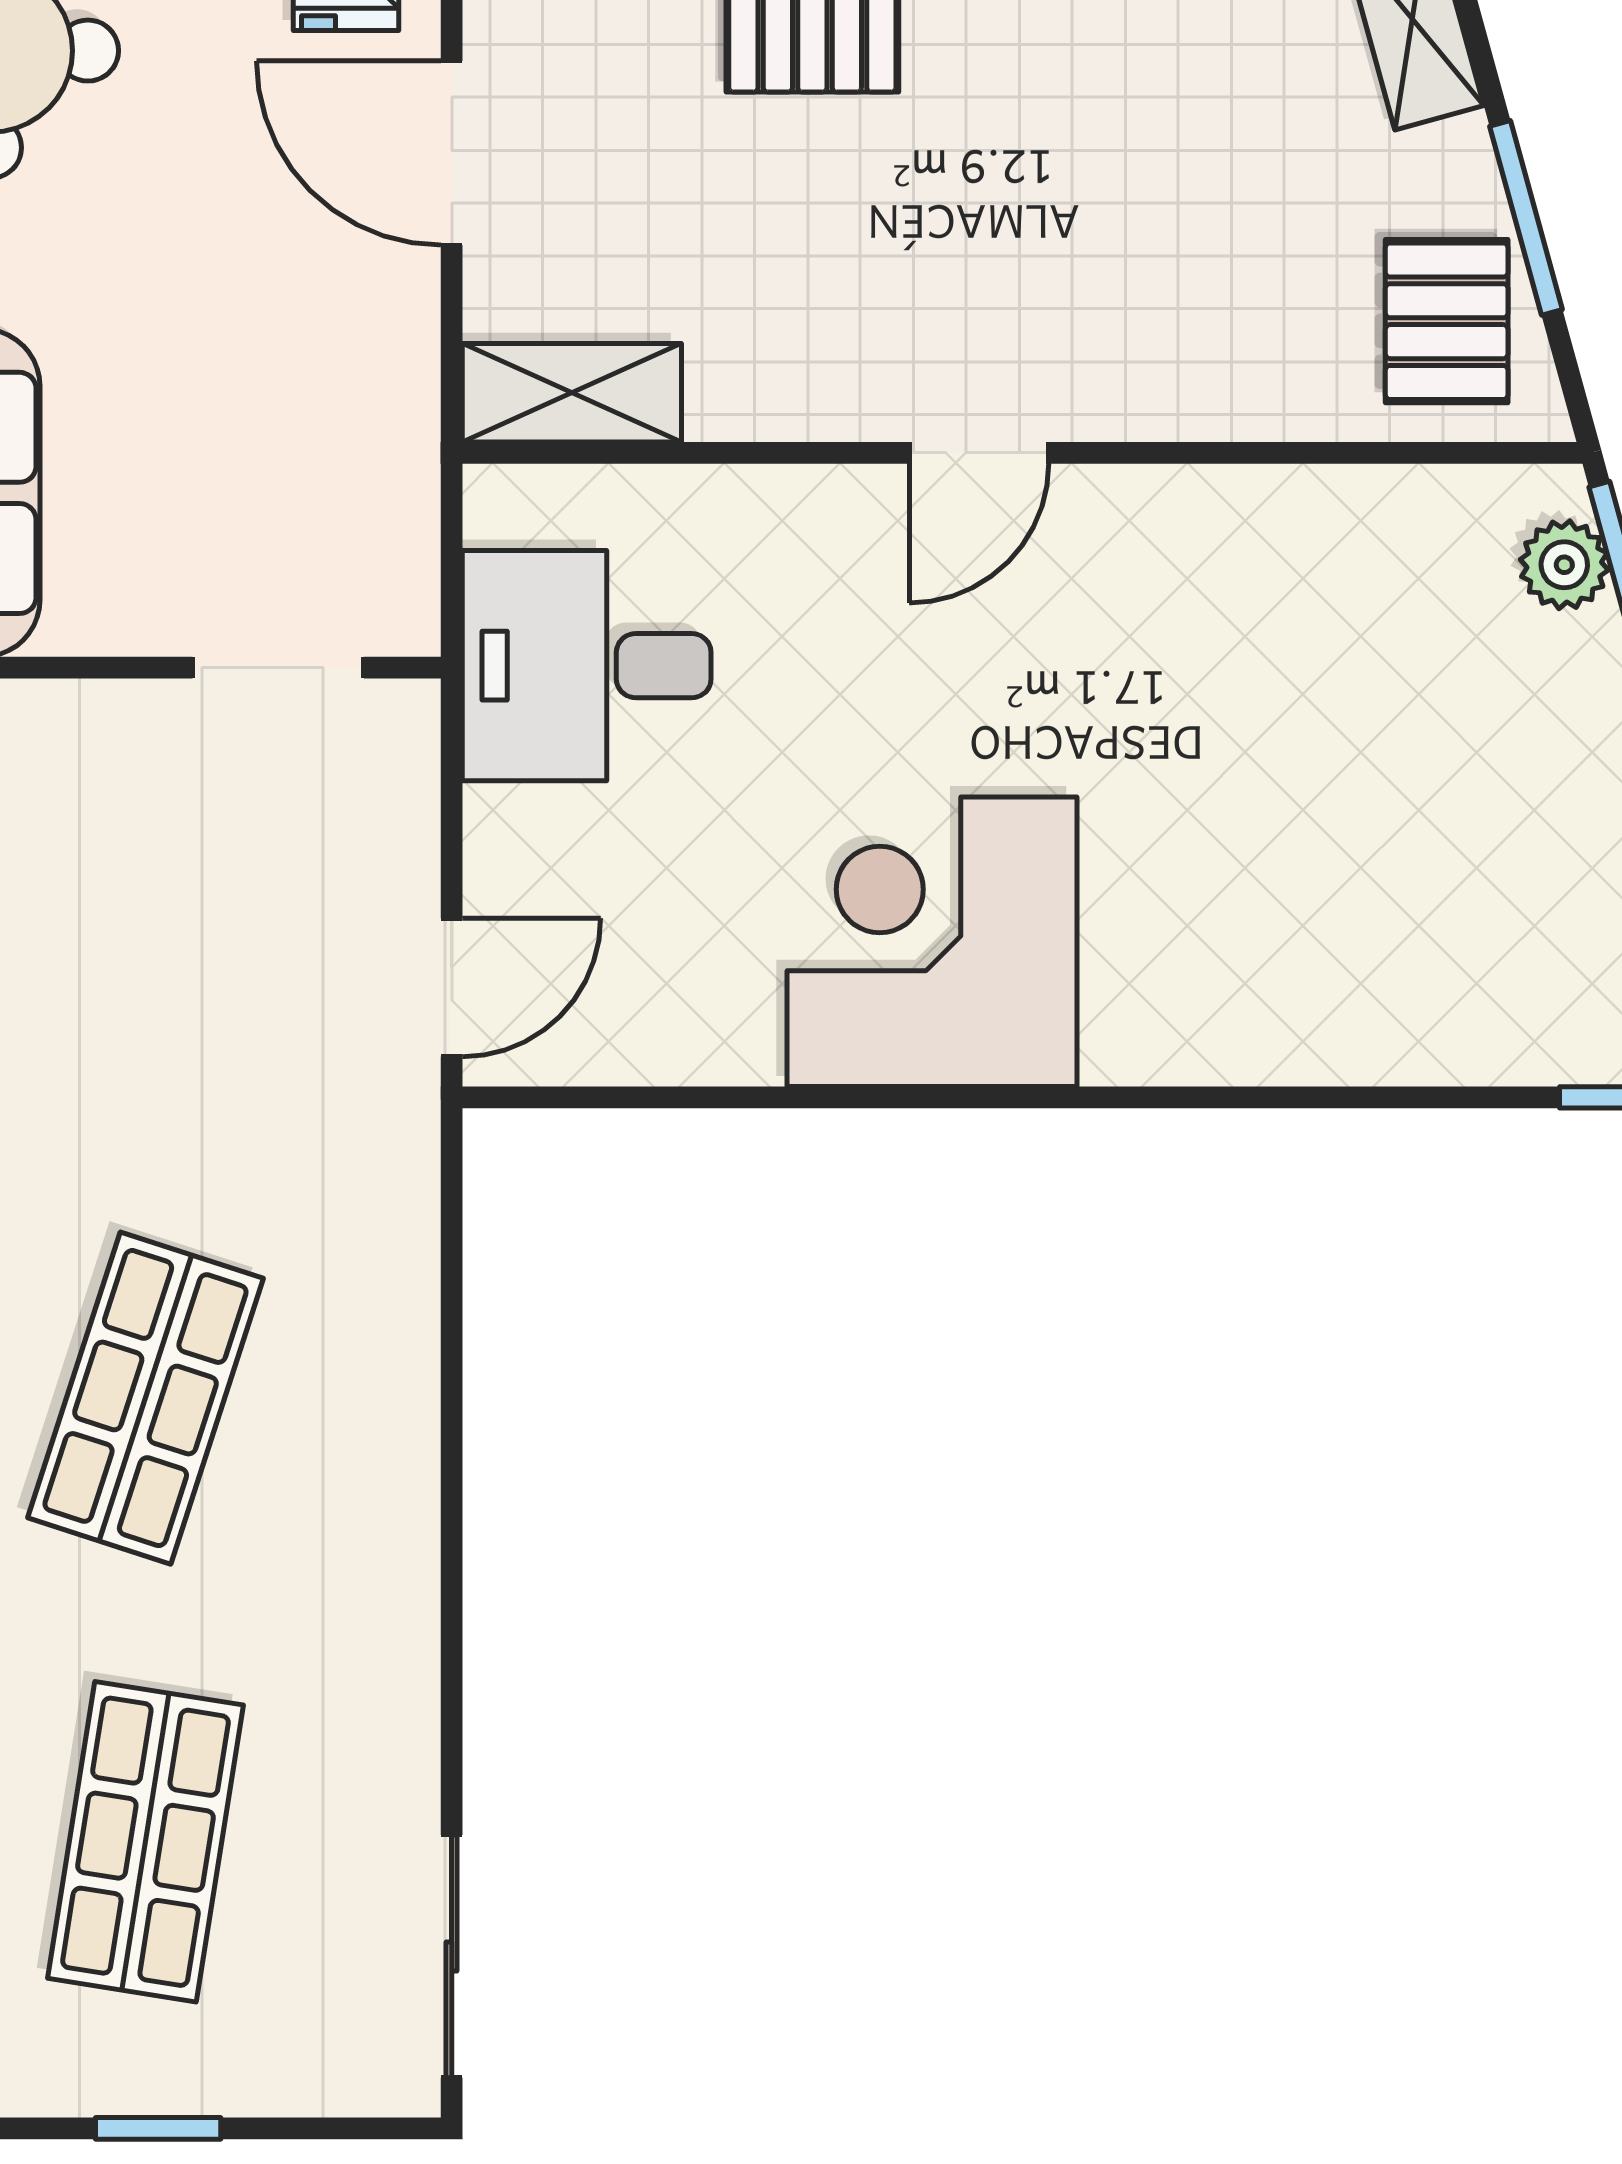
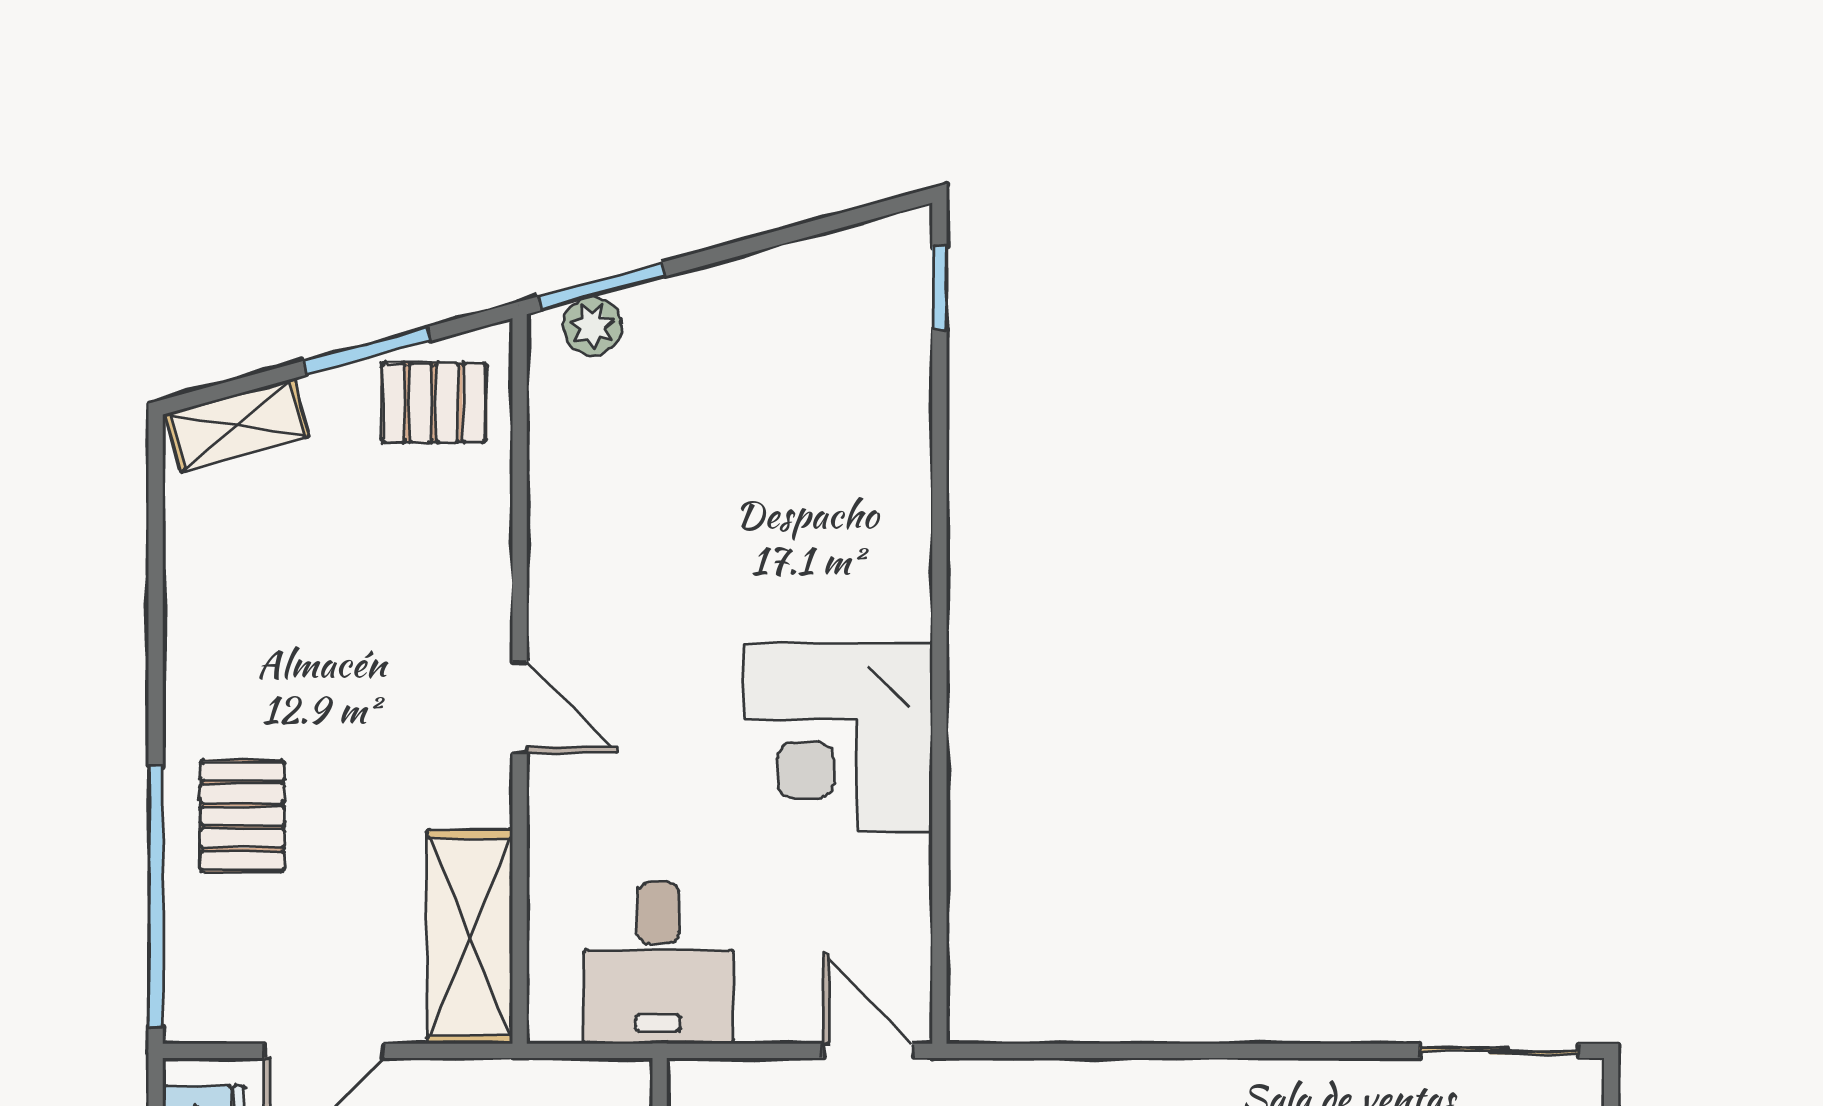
shelving: (572, 393) -> (470, 937), width x1.50, depth x1.33

